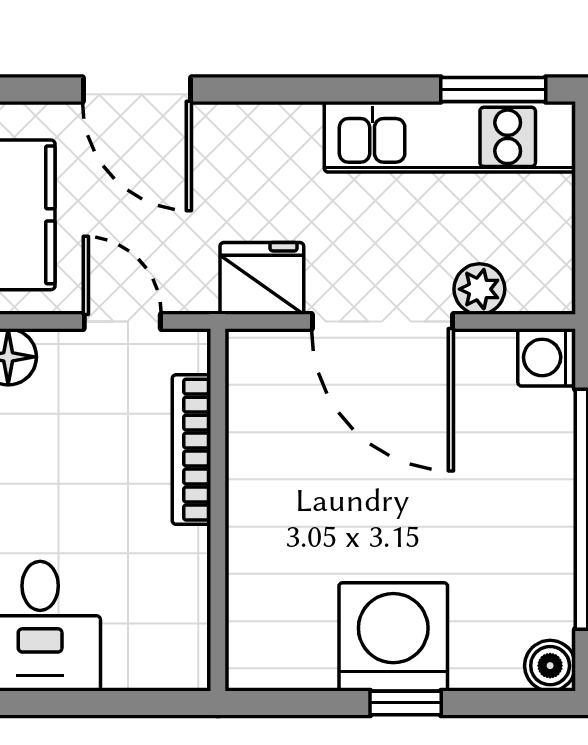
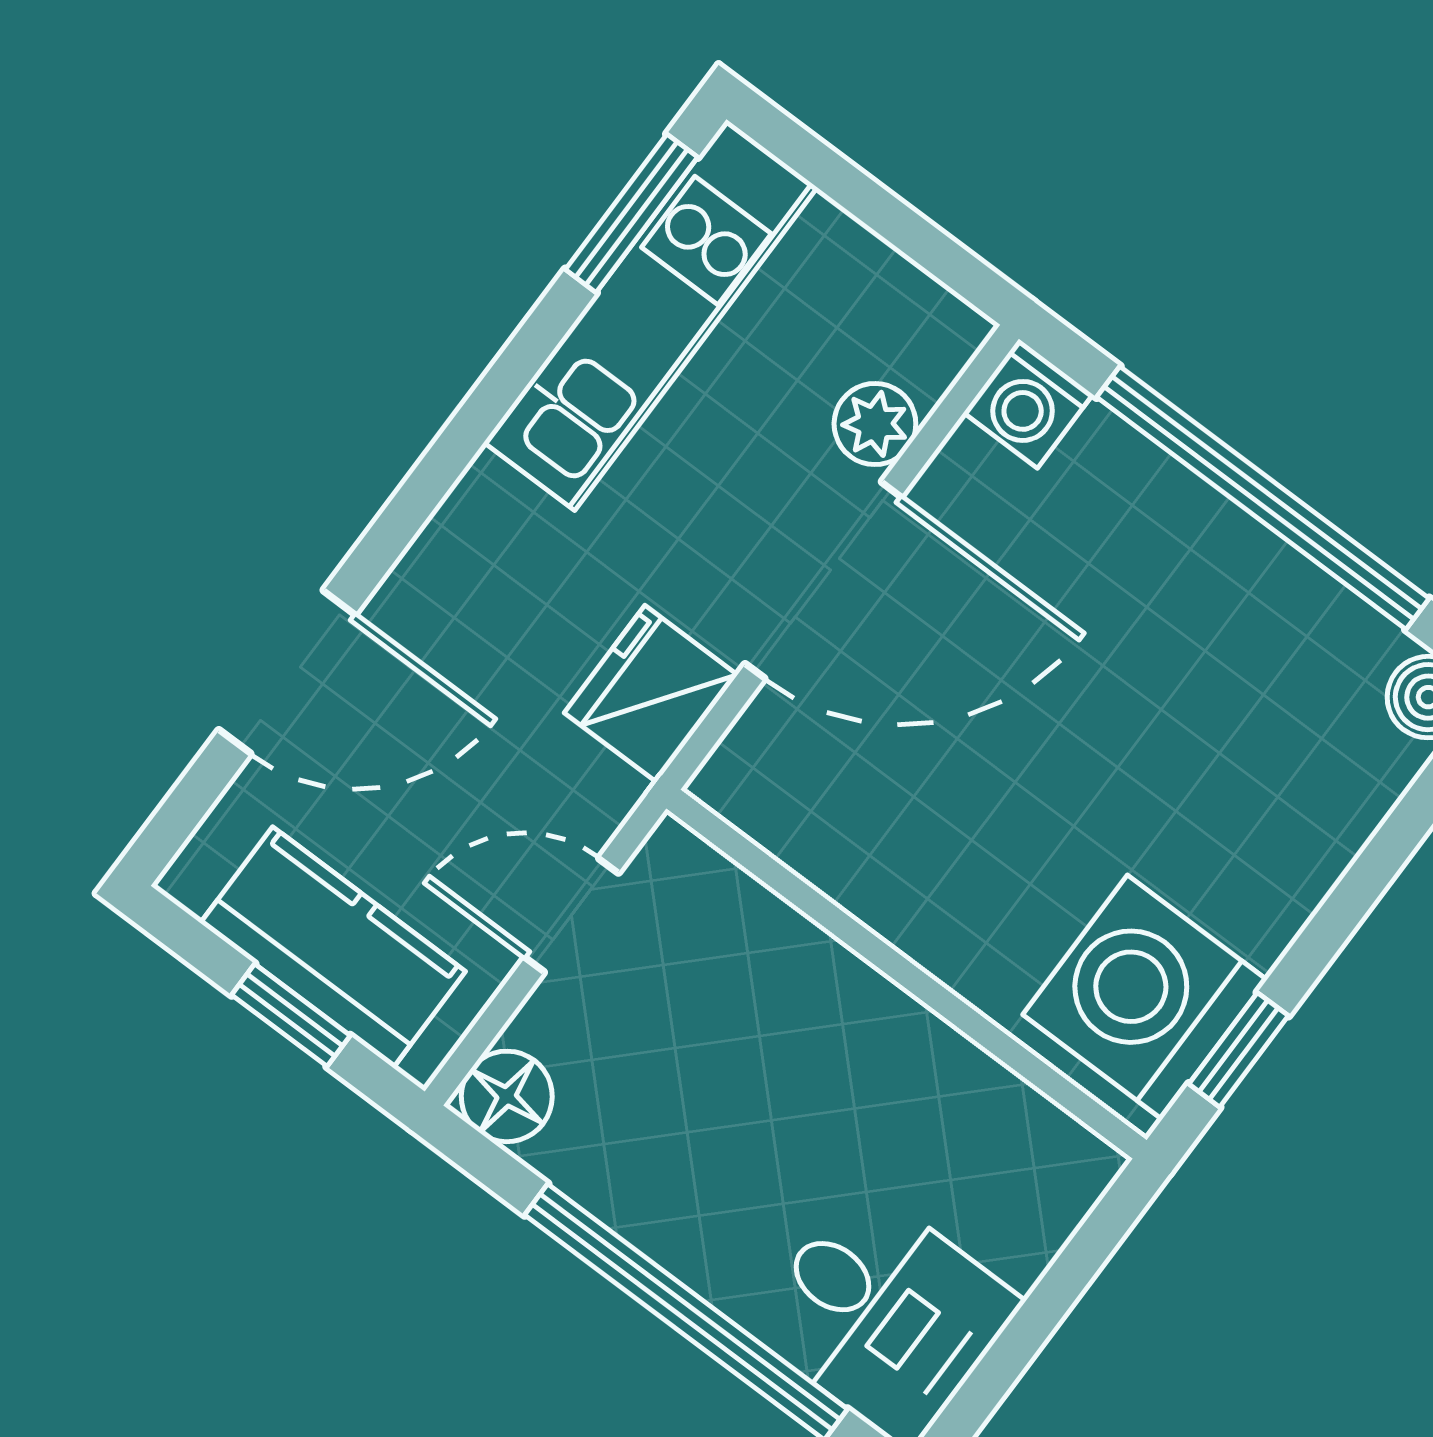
bookcase: (192, 450) -> (803, 950), removed
washing machine: (393, 637) -> (1145, 997), moved
window: (406, 703) -> (1239, 1050), moved

